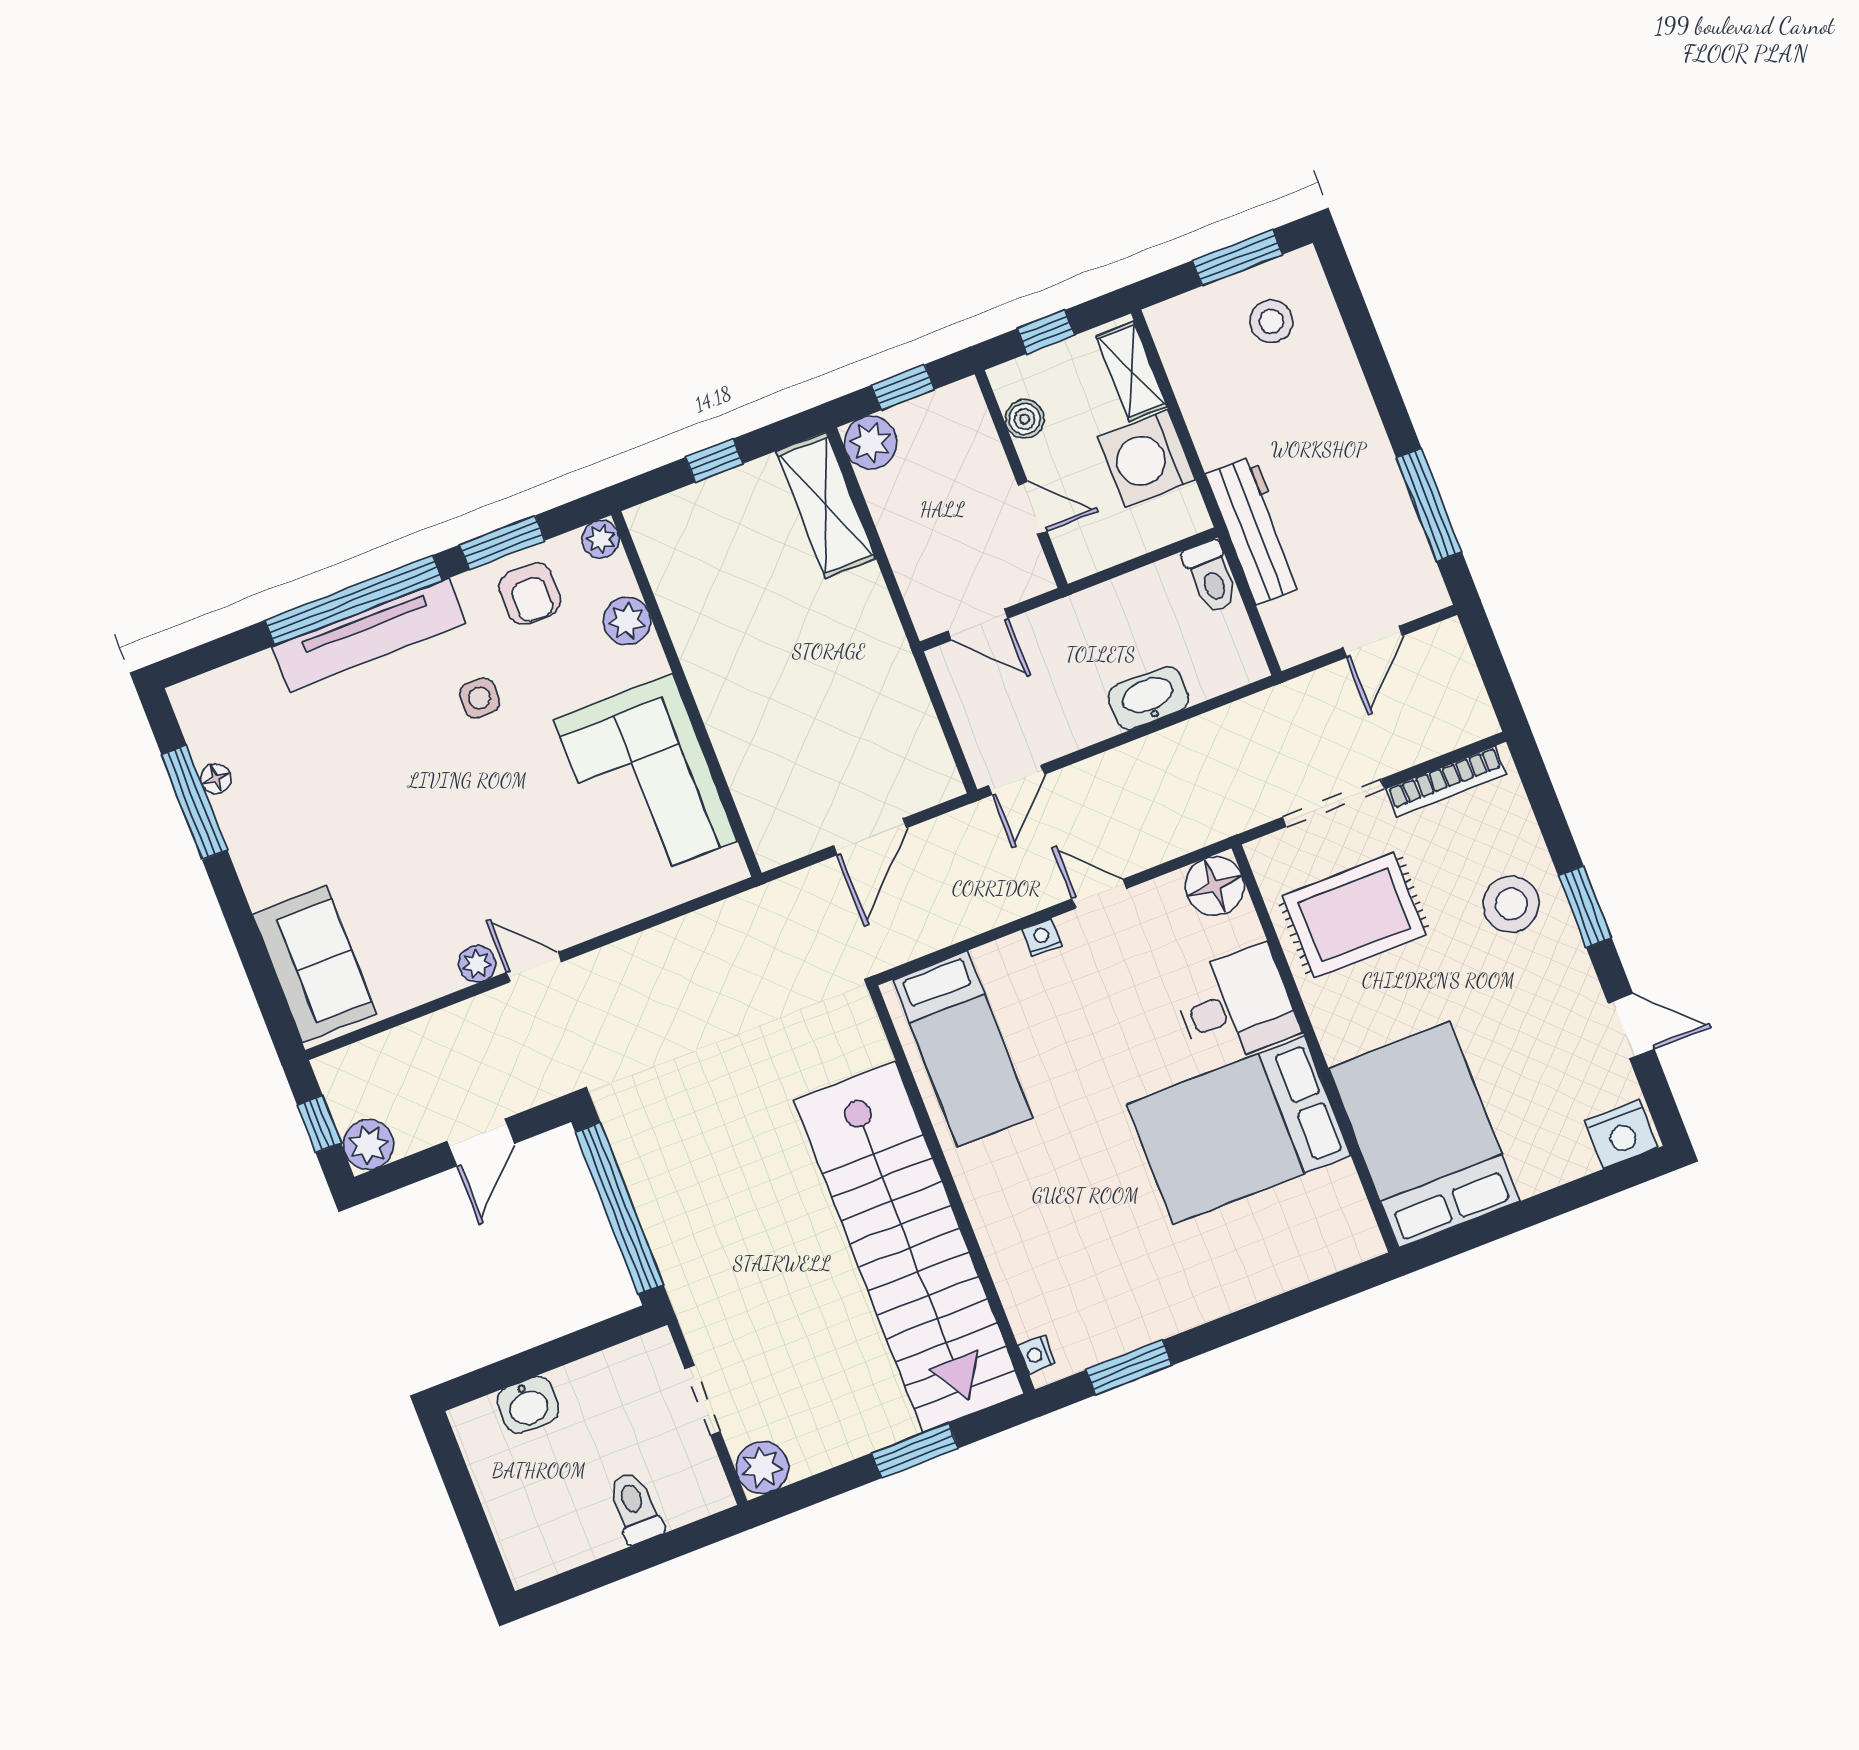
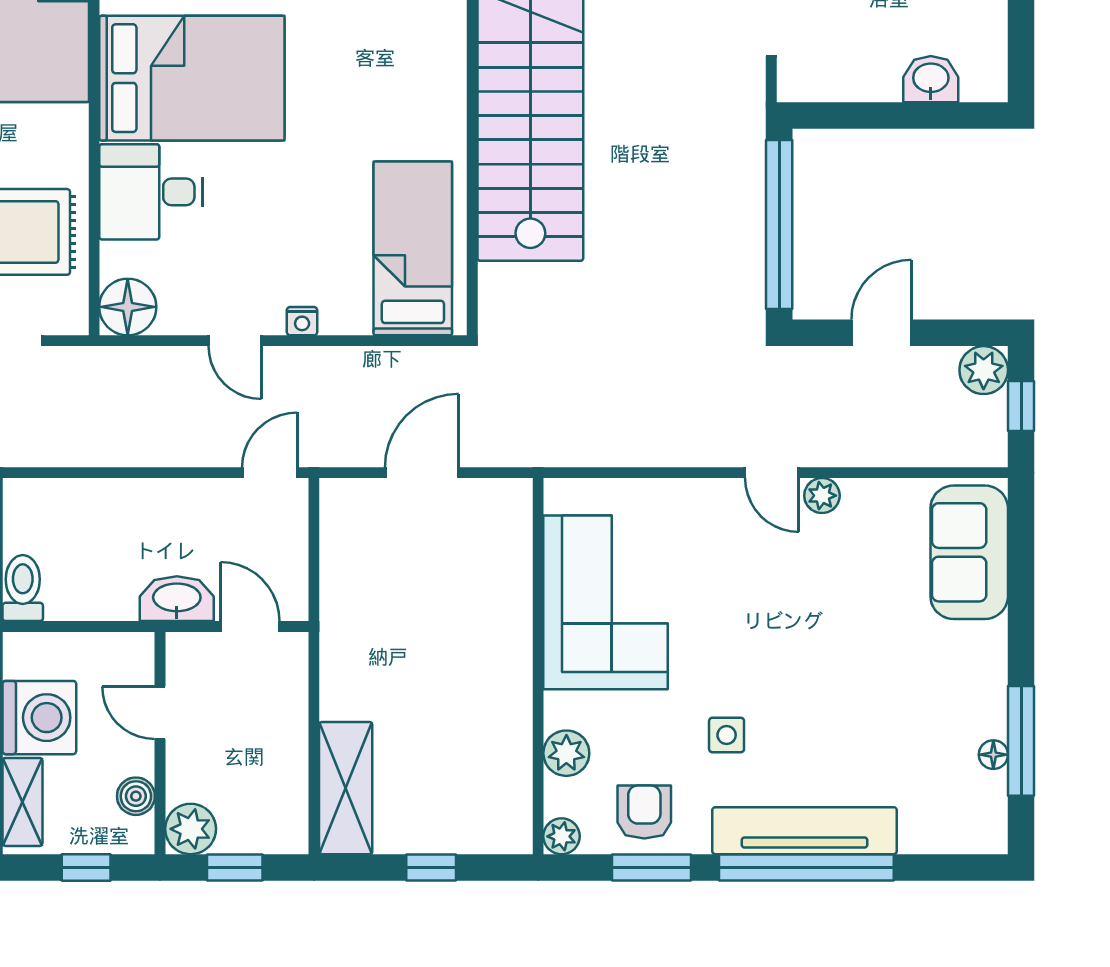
plant: (871, 442) -> (191, 829), moved
washbasin: (1148, 698) -> (177, 599), moved, turned 180

